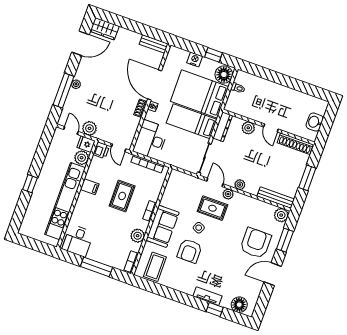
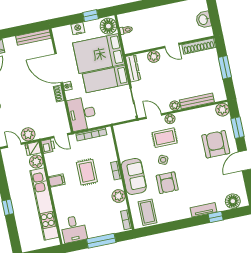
bench: (154, 44) -> (33, 37), width x1.36
bench: (276, 198) -> (197, 101), moved

